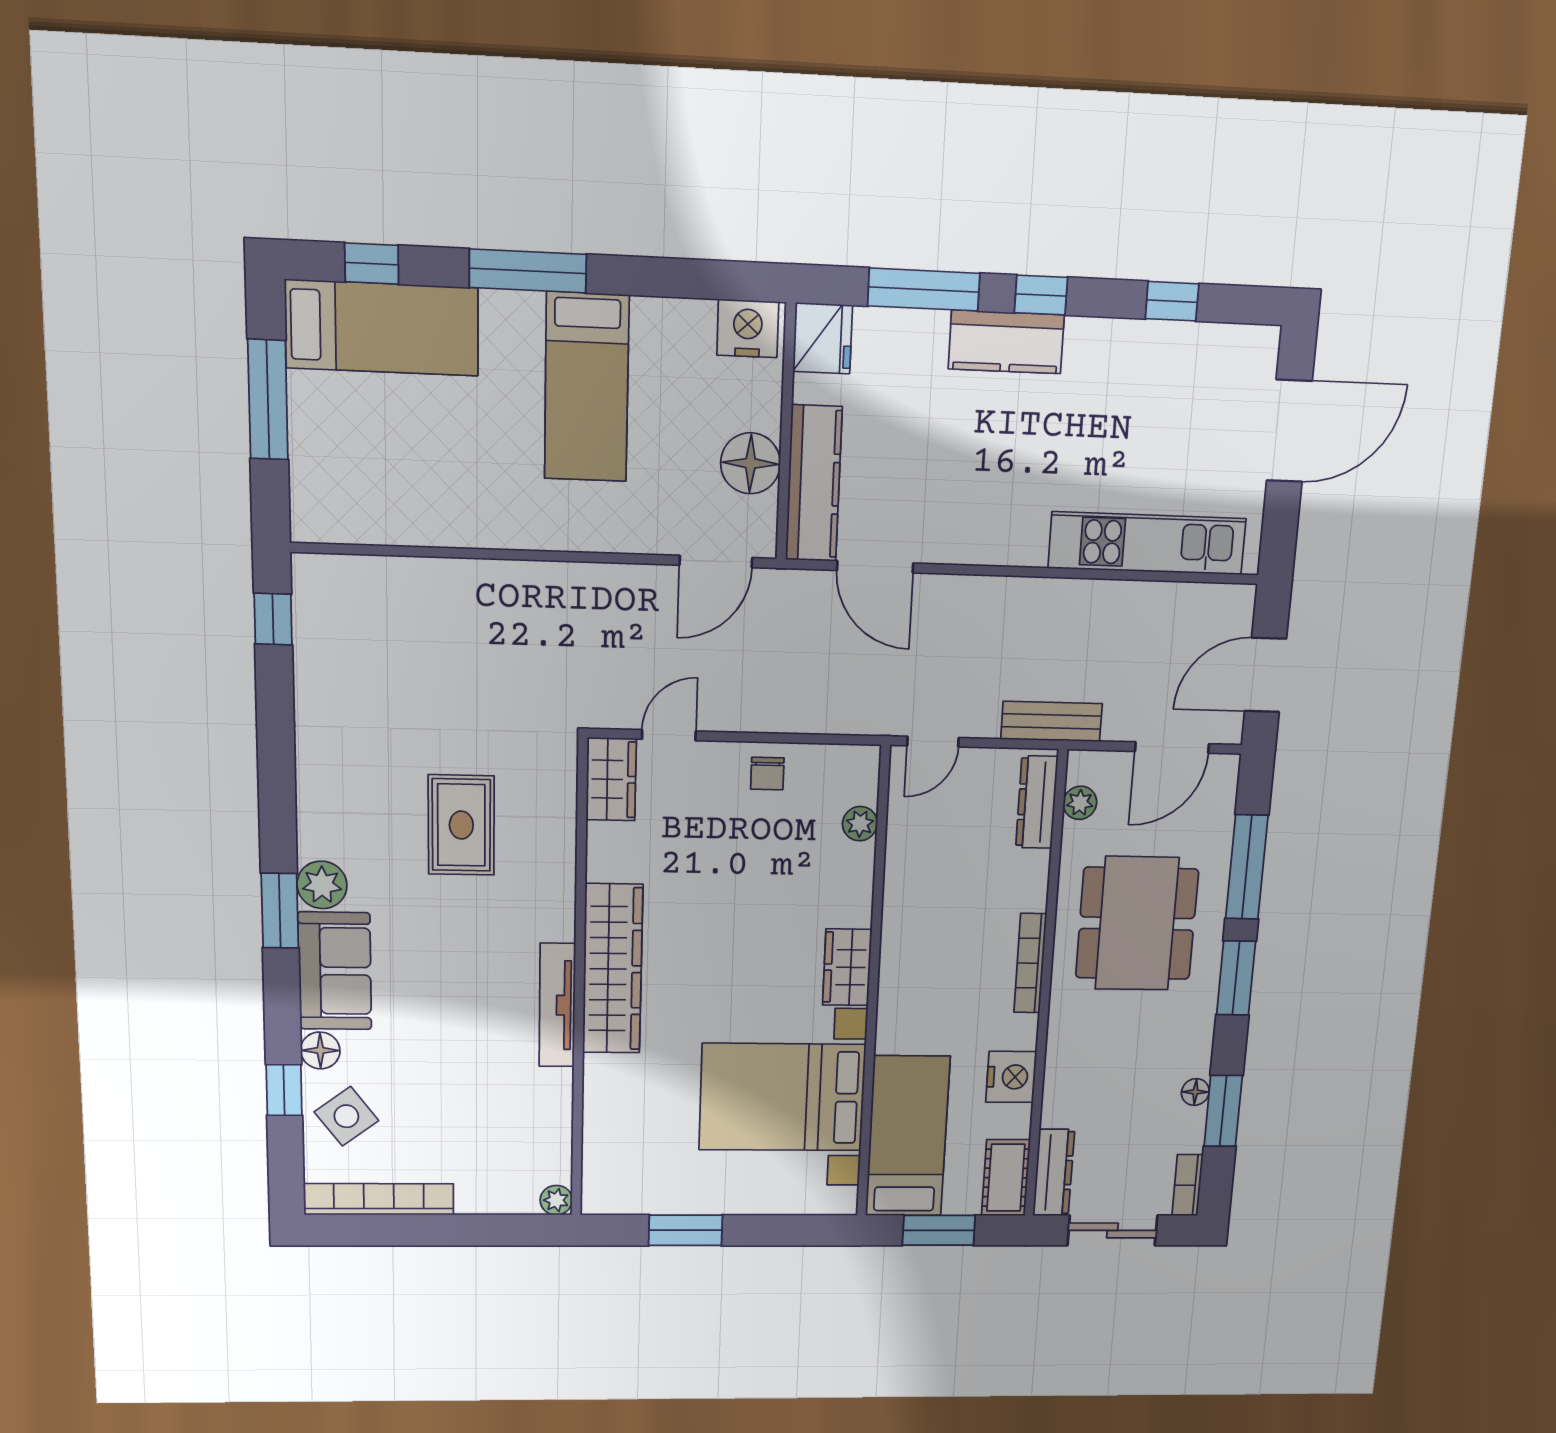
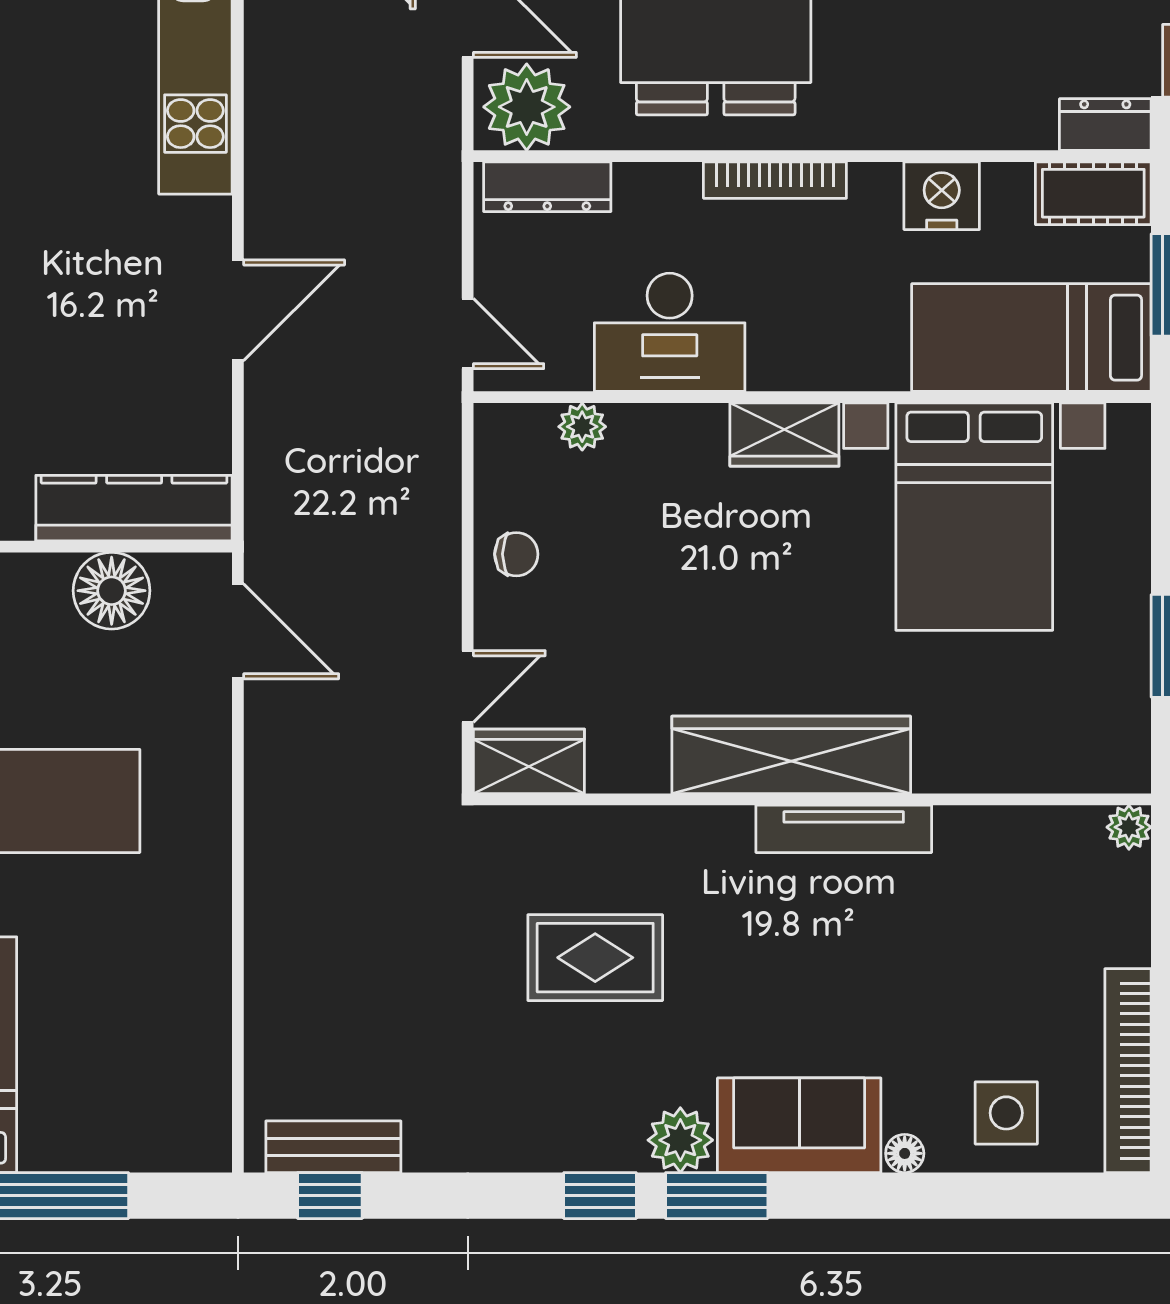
door: (875, 567) -> (238, 310), moved
bench: (1052, 721) -> (333, 1147), moved, turned 90
door: (669, 735) -> (468, 686), swing flipped
plant: (1080, 803) -> (527, 107), width x1.88, depth x1.88
desk: (926, 888) -> (670, 332), added
floor lamp: (320, 1050) -> (905, 1153), width x0.73, depth x0.73
window: (284, 1090) -> (600, 1196), moved
side table: (346, 1116) -> (1006, 1113), turned 37
dresser: (1054, 1173) -> (1105, 124), width x0.70

